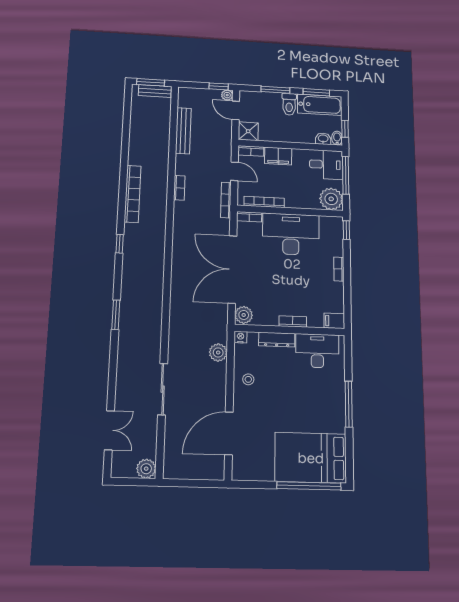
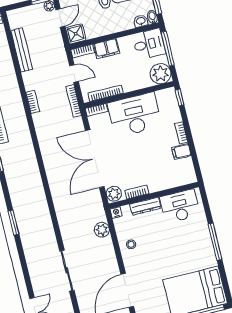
door: (236, 110) -> (60, 18), swing flipped
bookcase: (293, 321) -> (137, 192), moved
filing cabinet: (334, 321) -> (181, 151), moved

